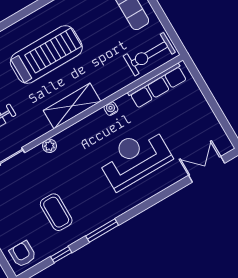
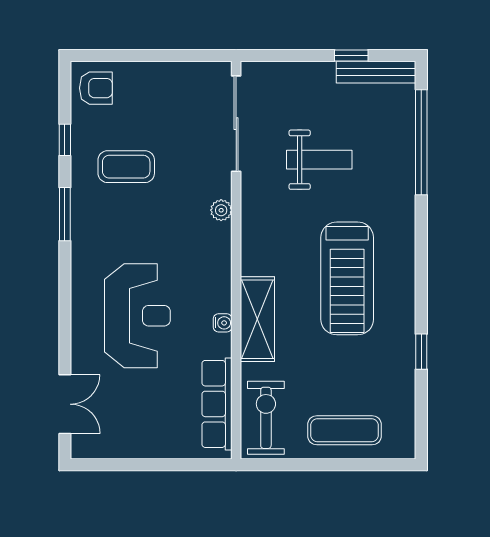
shelving: (72, 106) -> (257, 319), moved

